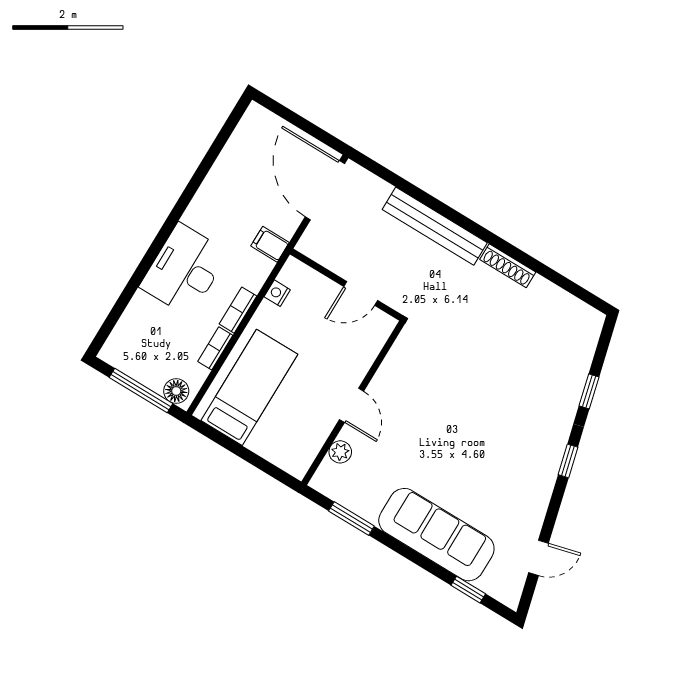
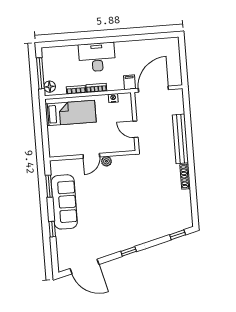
door: (325, 190) -> (153, 89), moved
window: (589, 391) -> (178, 235), moved
plant: (340, 452) -> (106, 161), moved
sofa: (436, 535) -> (64, 202), moved
door: (539, 558) -> (84, 266), width x1.88
window: (468, 590) -> (52, 229), moved

